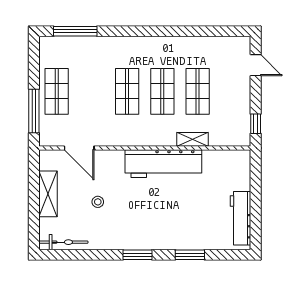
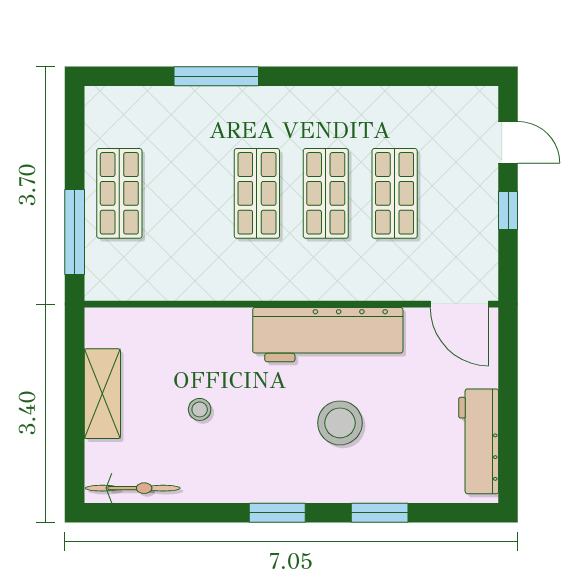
window: (75, 31) -> (216, 76), moved
window: (256, 124) -> (508, 211), moved
shelving: (193, 139) -> (385, 287), removed
door: (79, 148) -> (459, 304), moved
stool: (170, 209) -> (340, 423), added

